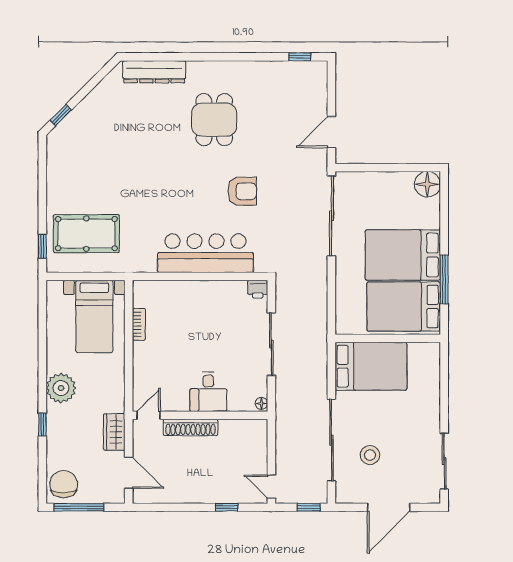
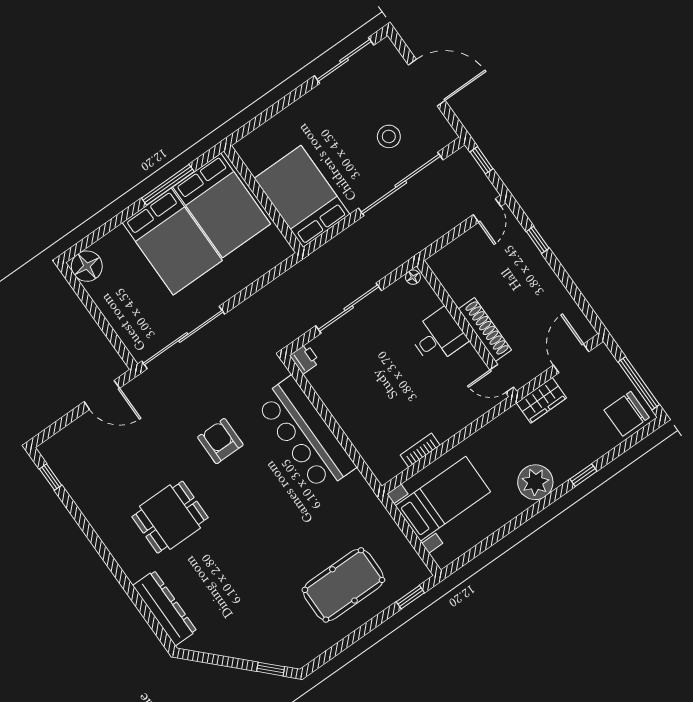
pool table: (86, 234) -> (343, 585), moved, turned 90

